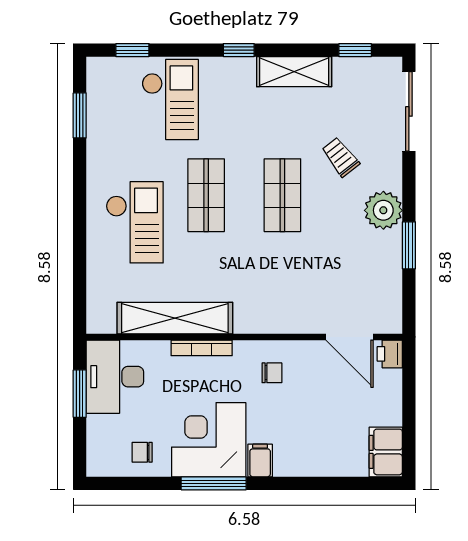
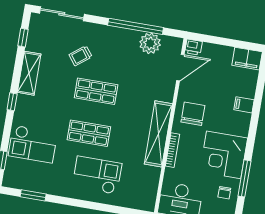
checkout: (170, 100) -> (33, 144), turned 180
plant: (383, 210) -> (150, 43), moved
window: (409, 245) -> (136, 26), width x2.11
shelving: (175, 318) -> (158, 134), moved
chair: (272, 373) -> (193, 114), width x1.87, depth x1.87
filing cabinet: (260, 461) -> (244, 105), moved
window: (214, 483) -> (244, 178), moved

